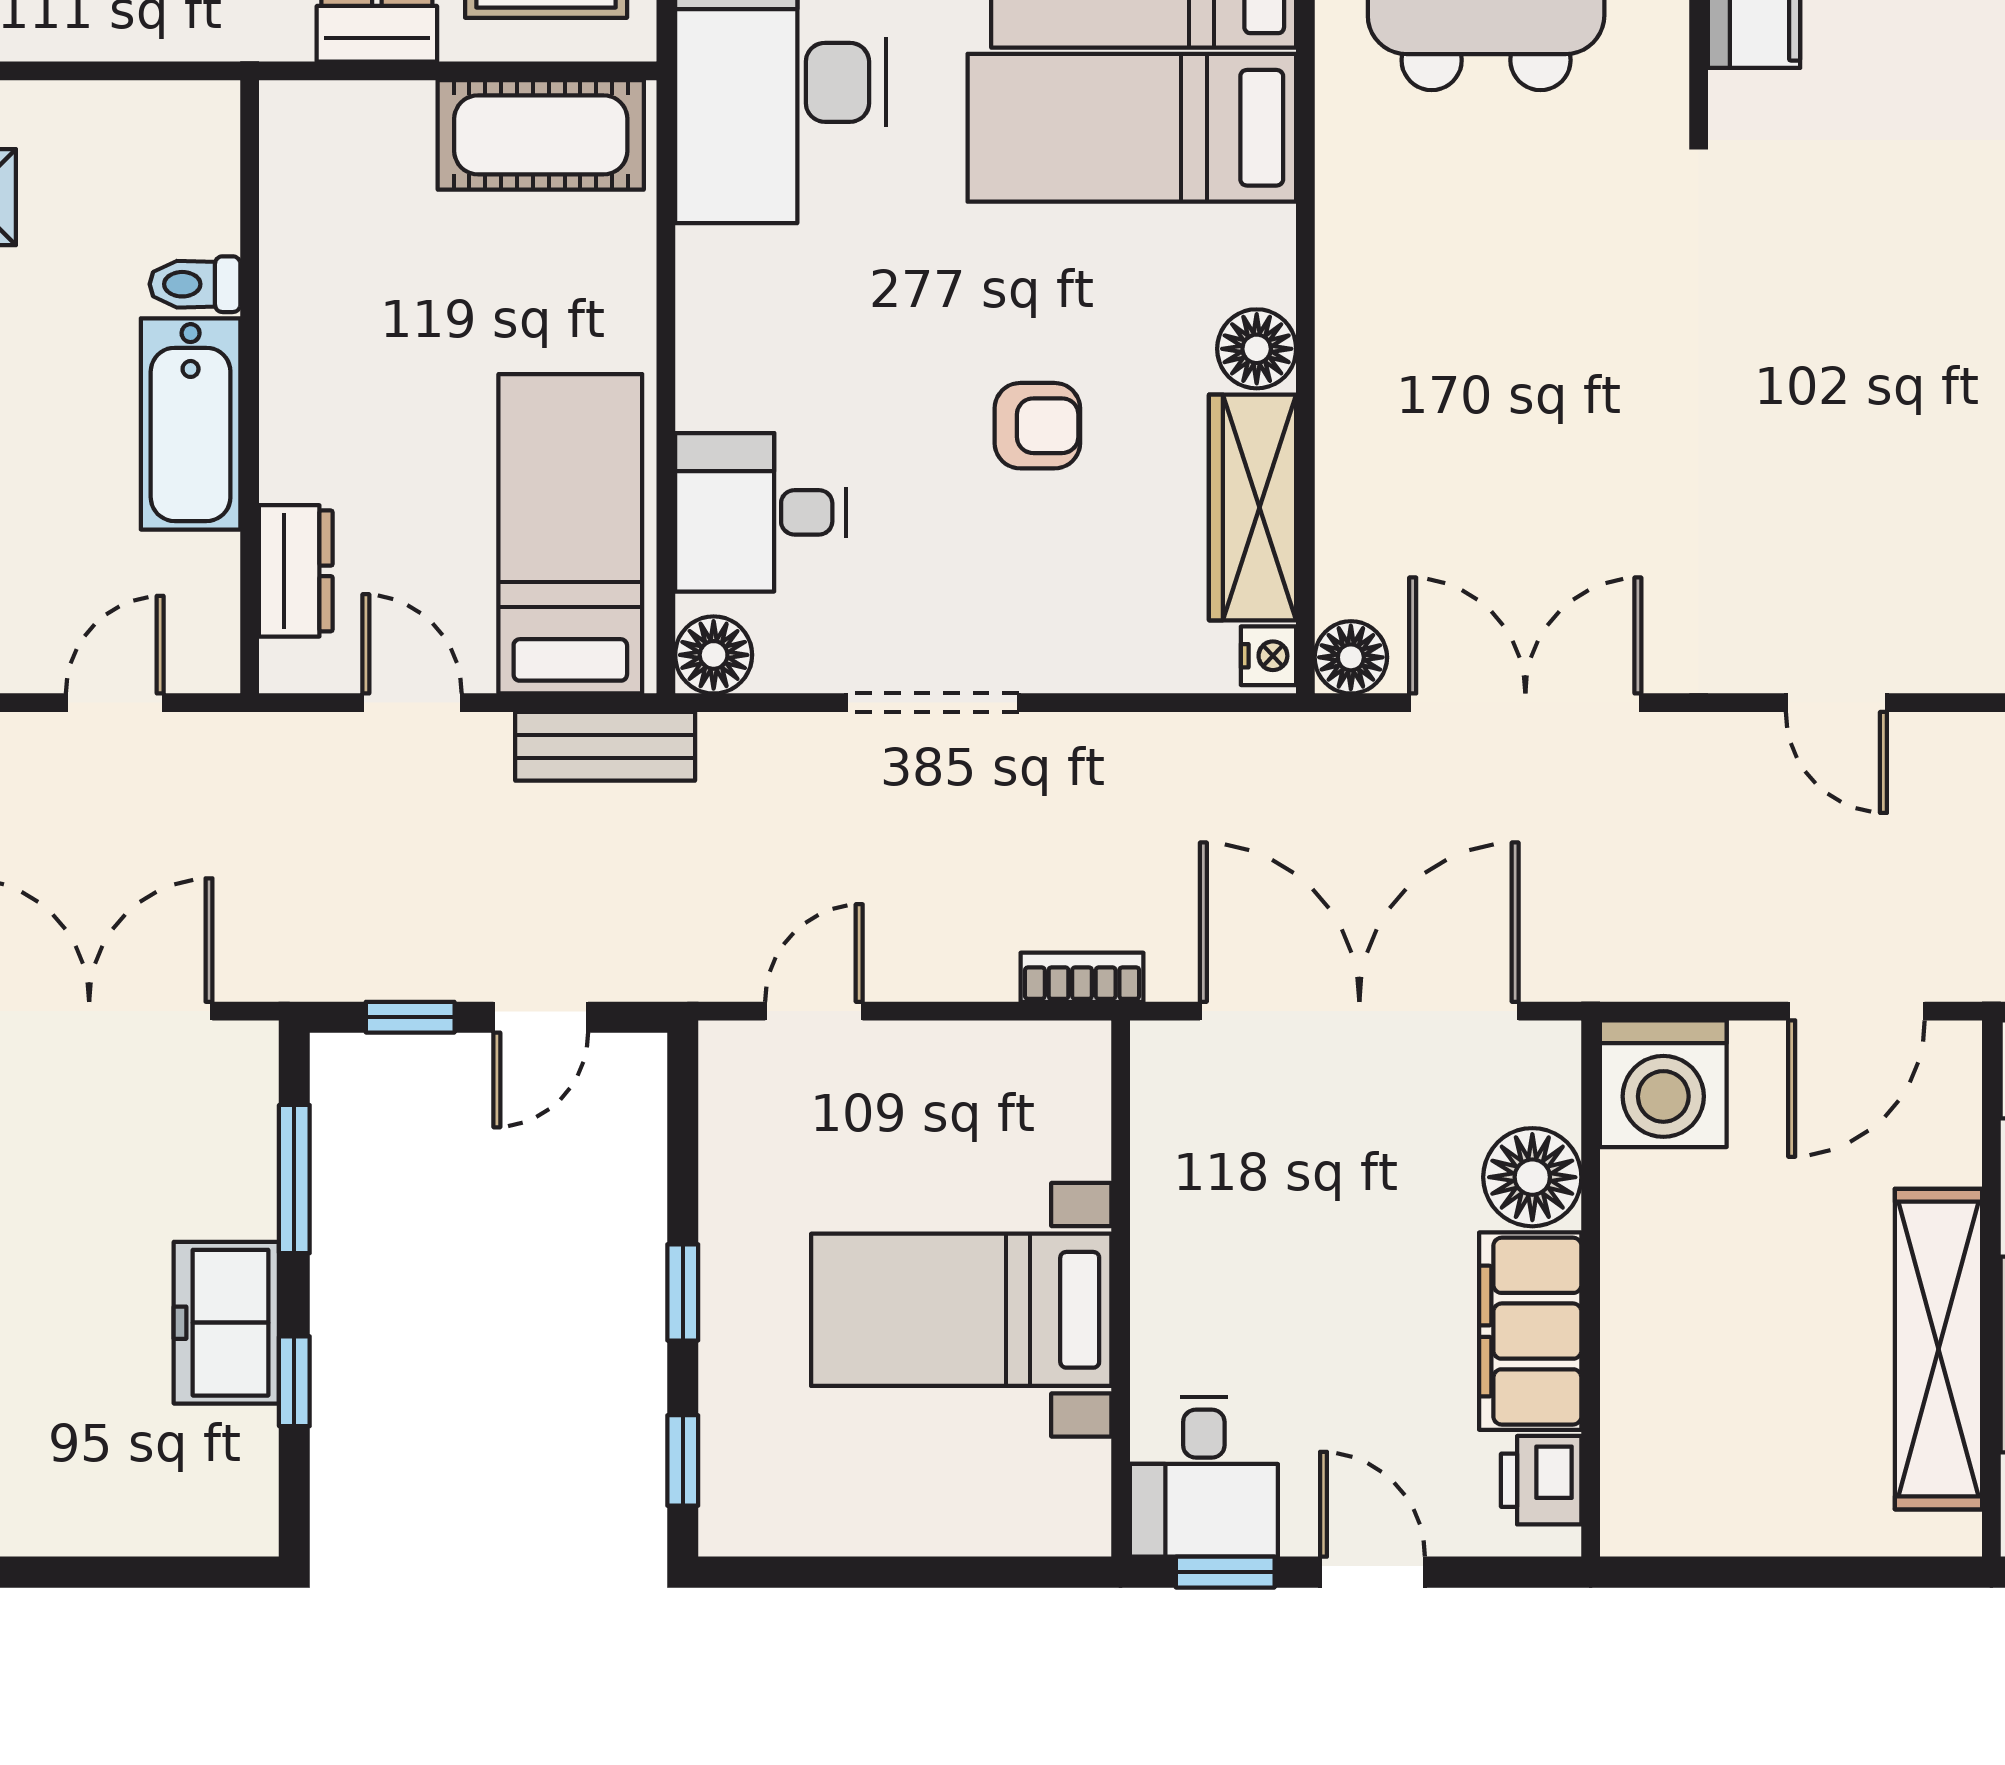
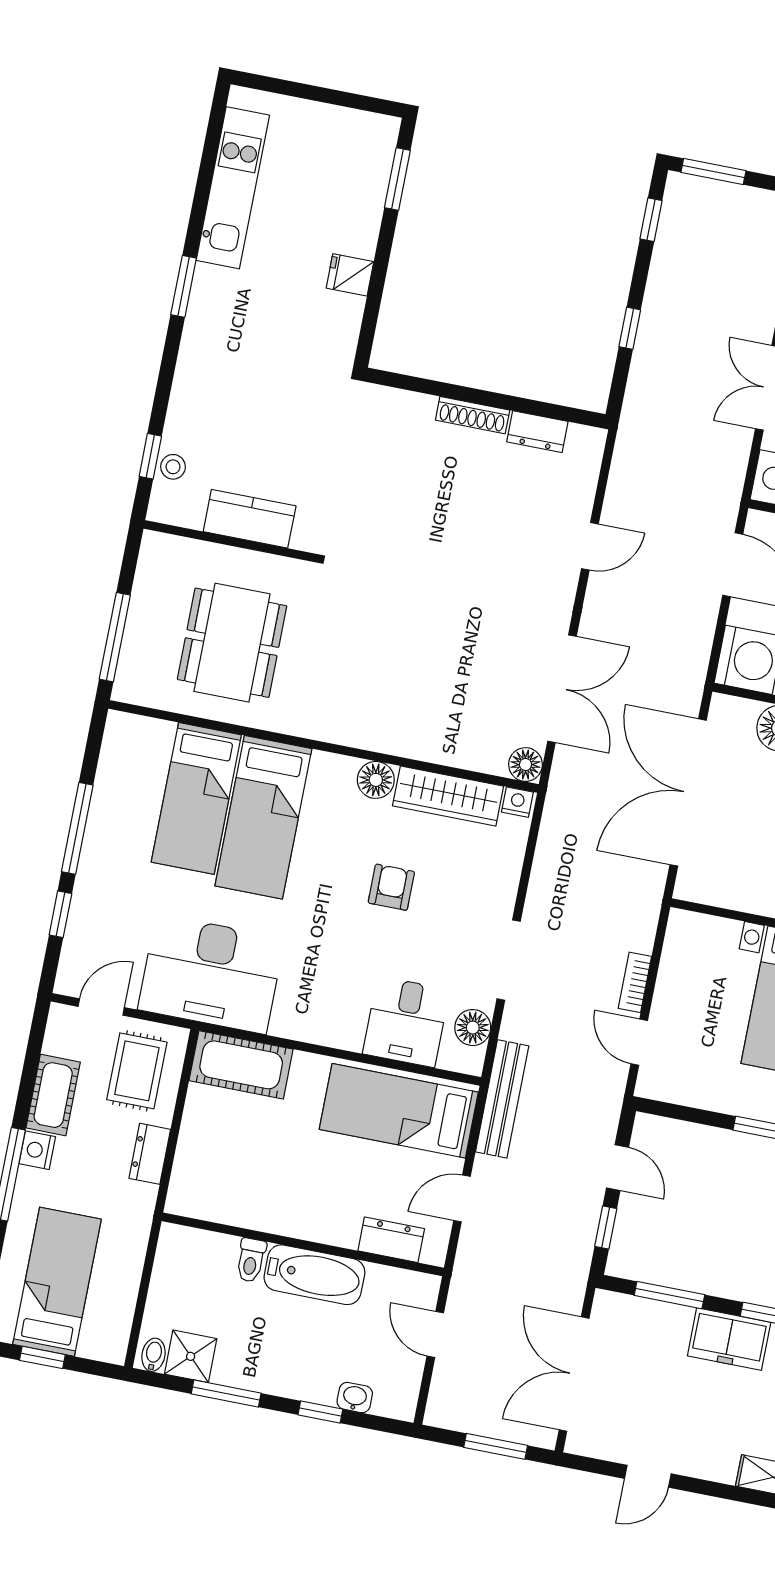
cot: (541, 135) -> (241, 1065), moved, turned 90
floor lamp: (714, 655) -> (473, 1028), moved
double door: (1525, 703) -> (562, 689), swing flipped
bench: (605, 746) -> (502, 1099), width x1.36
bookcase: (1082, 977) -> (635, 982), moved

